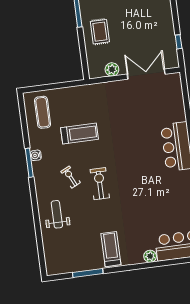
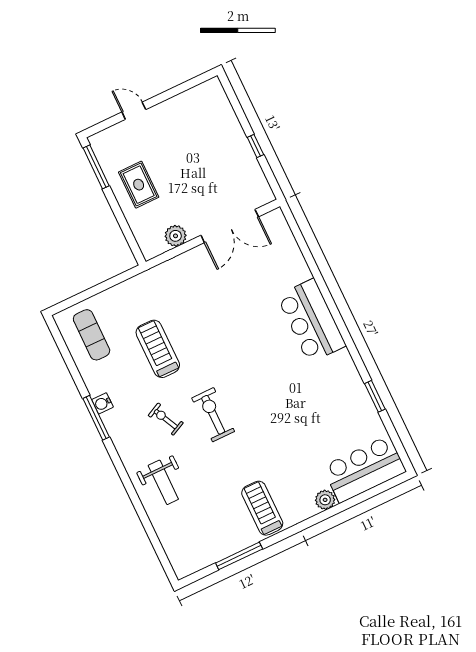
window: (179, 42) -> (255, 146), moved
double door: (146, 74) -> (230, 226), swing flipped
treadmill: (79, 134) -> (158, 349), turned -90
weight bench: (57, 214) -> (163, 482), turned 180

